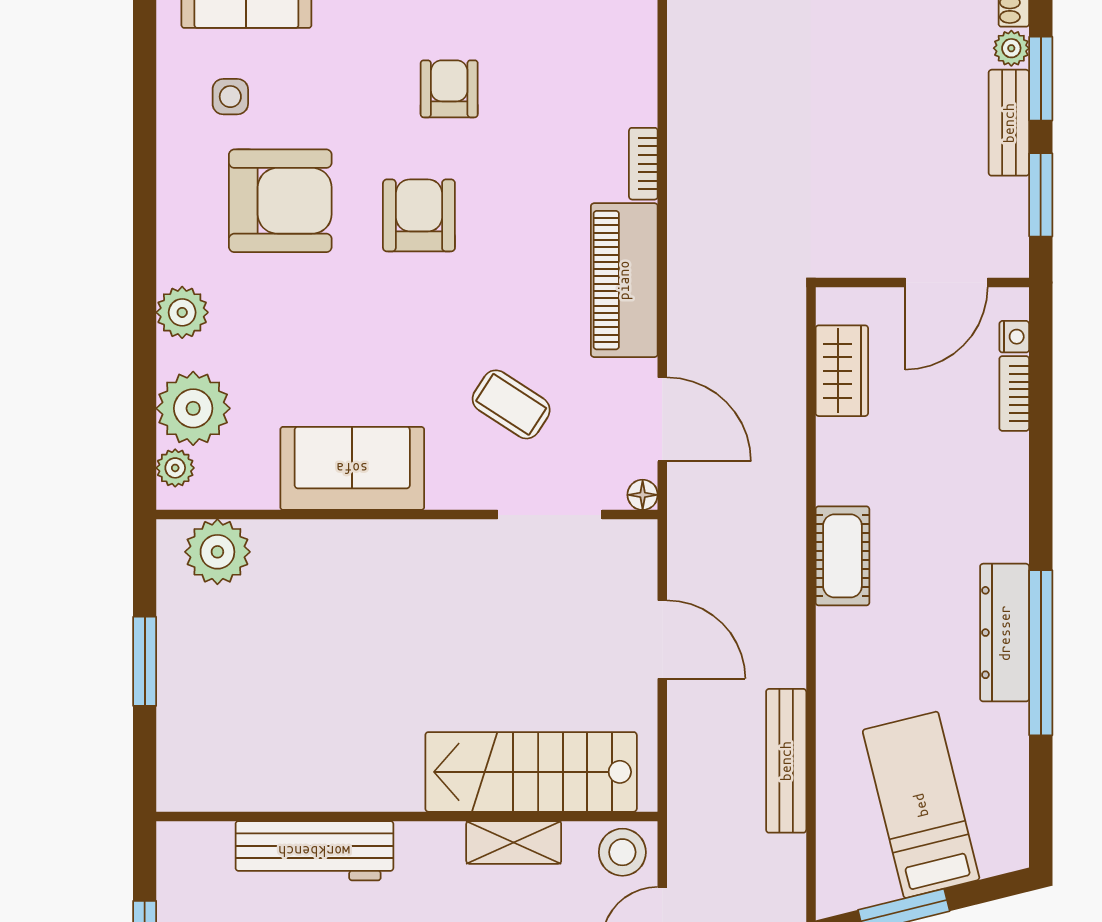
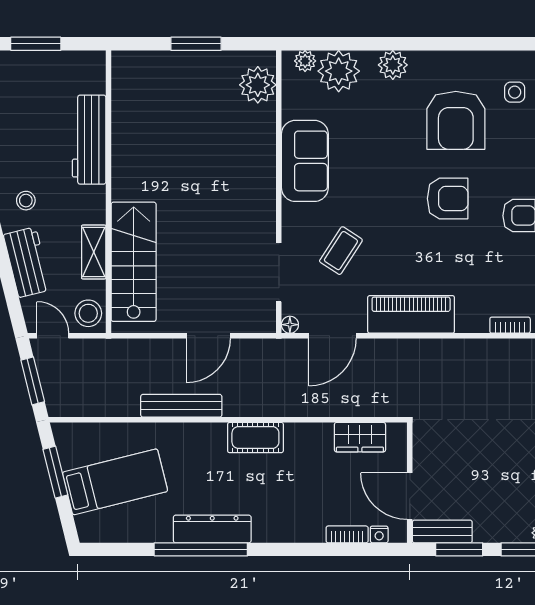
bench: (1009, 123) -> (442, 531), moved
bookcase: (643, 164) -> (510, 325), moved
bench: (786, 761) -> (181, 406), moved

